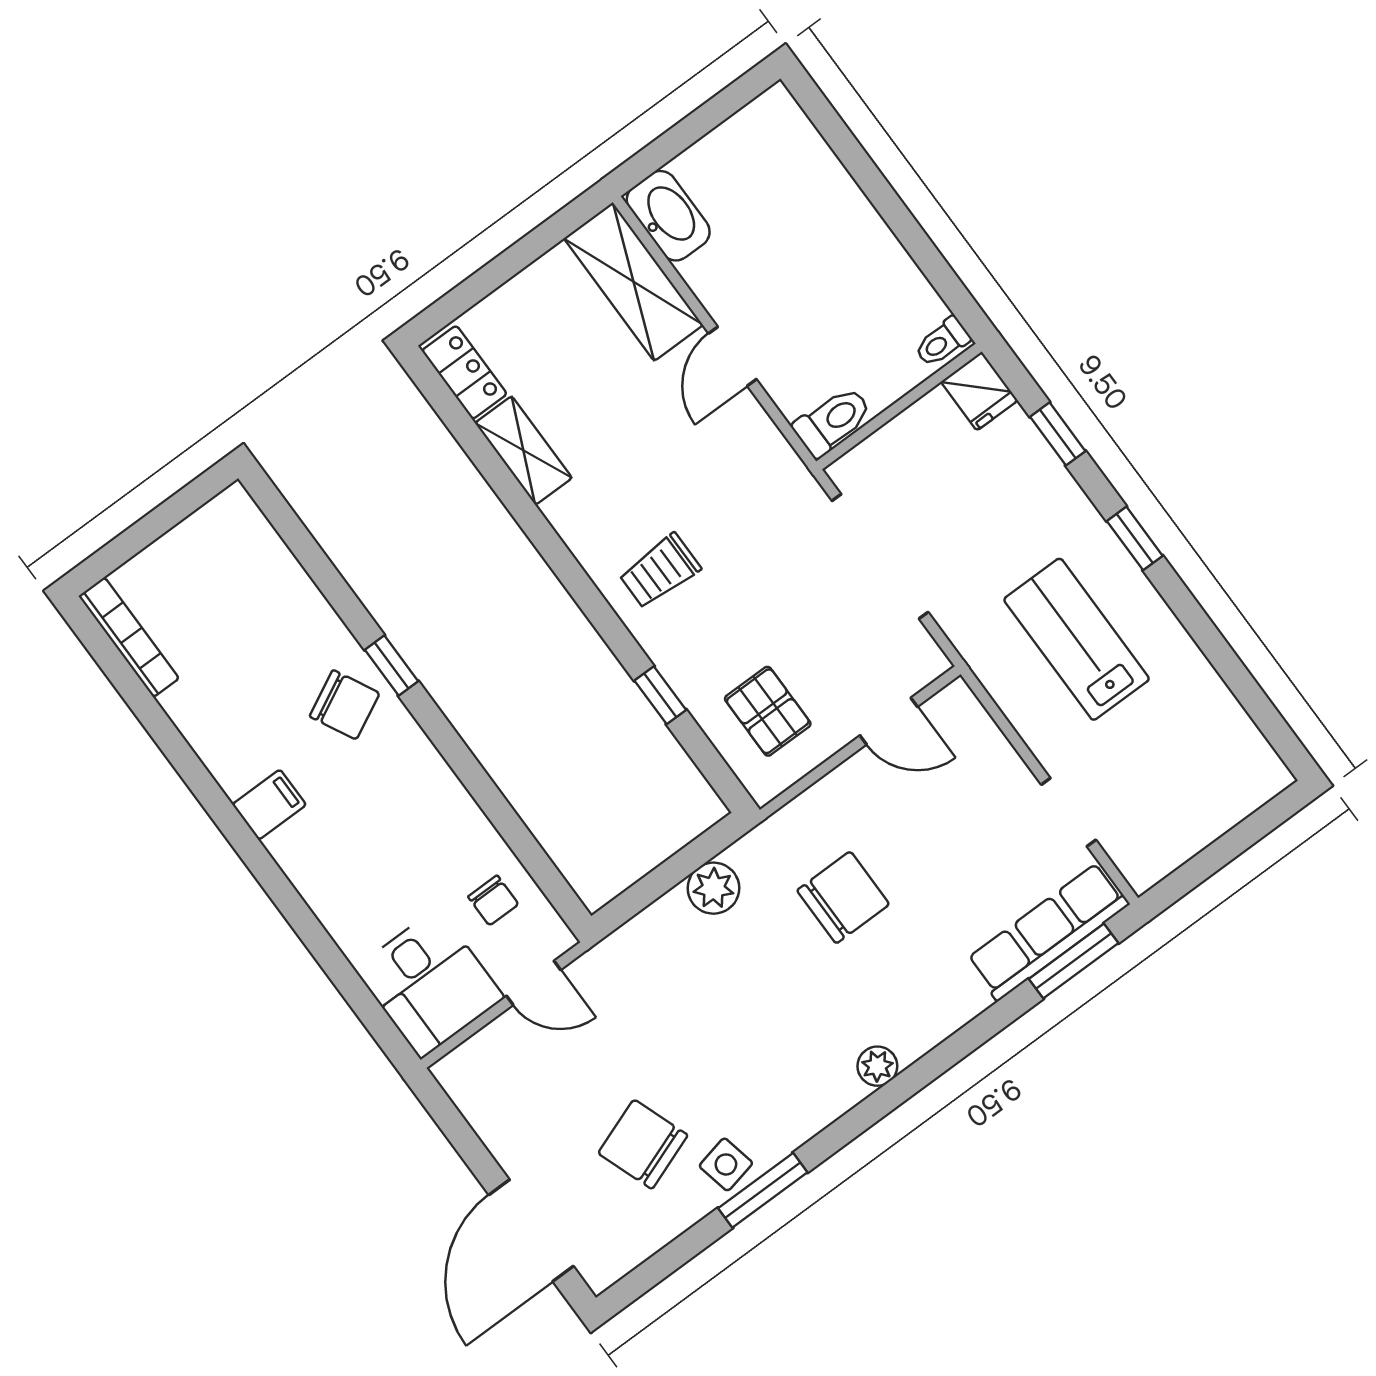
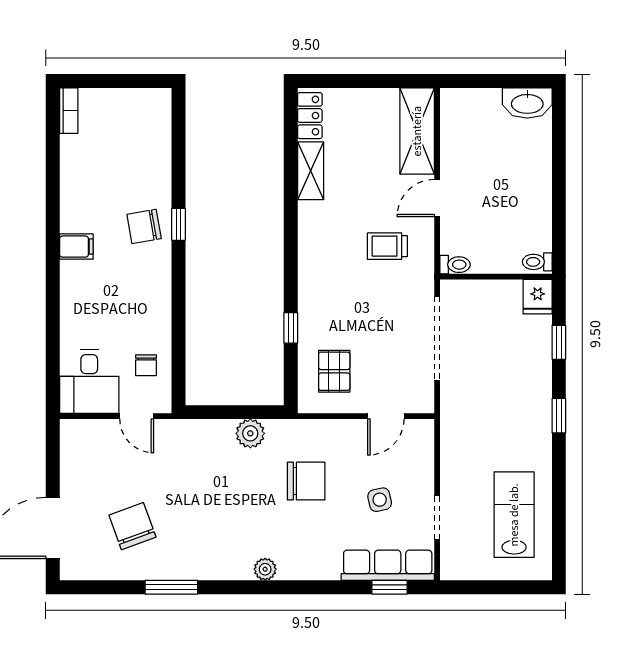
washbasin: (668, 216) -> (527, 103), moved, turned 90
toilet: (833, 421) -> (455, 265), width x0.73, depth x0.72
trolley: (660, 571) -> (387, 246), moved
bookcase: (129, 637) -> (69, 111), width x0.64
lab bench: (1077, 639) -> (514, 515), moved
chair: (345, 705) -> (144, 226), turned 107
door: (889, 721) -> (386, 416), hinge flipped
window: (1074, 961) -> (390, 587), width x0.67
side table: (726, 1164) -> (380, 500), moved

